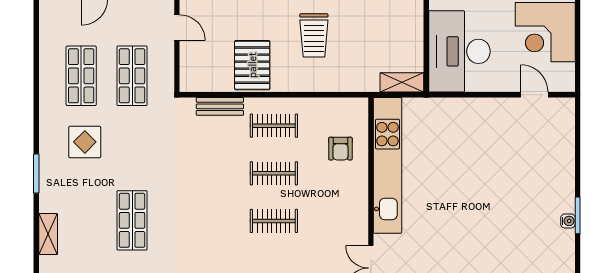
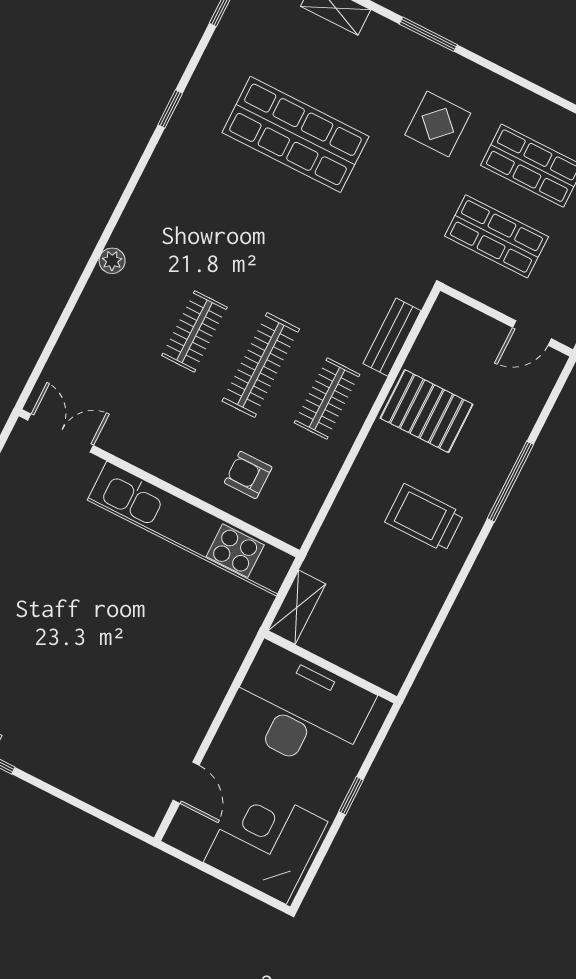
door: (534, 95) -> (186, 783), hinge flipped
clothes rail: (274, 173) -> (261, 365), width x1.36
shop shelf: (132, 220) -> (295, 134), width x1.43, depth x1.36

